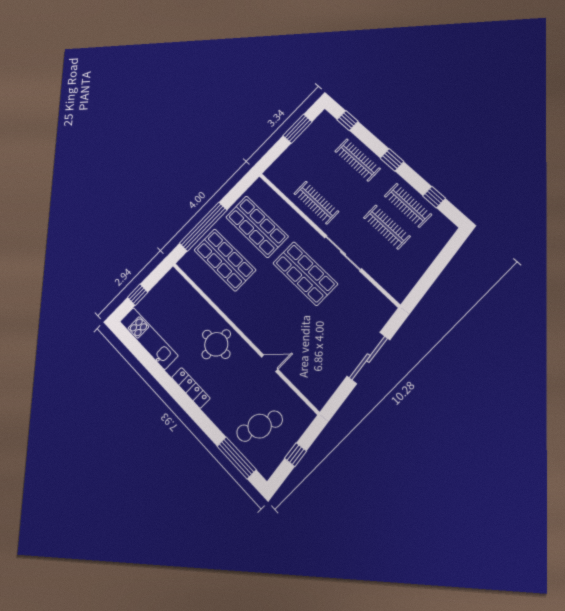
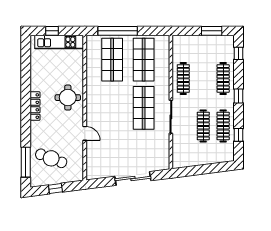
kitchen unit: (149, 338) -> (59, 42), moved, turned 90

